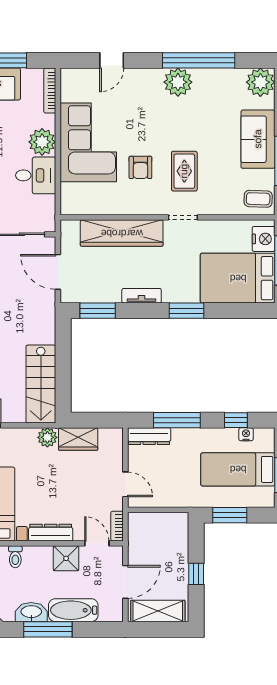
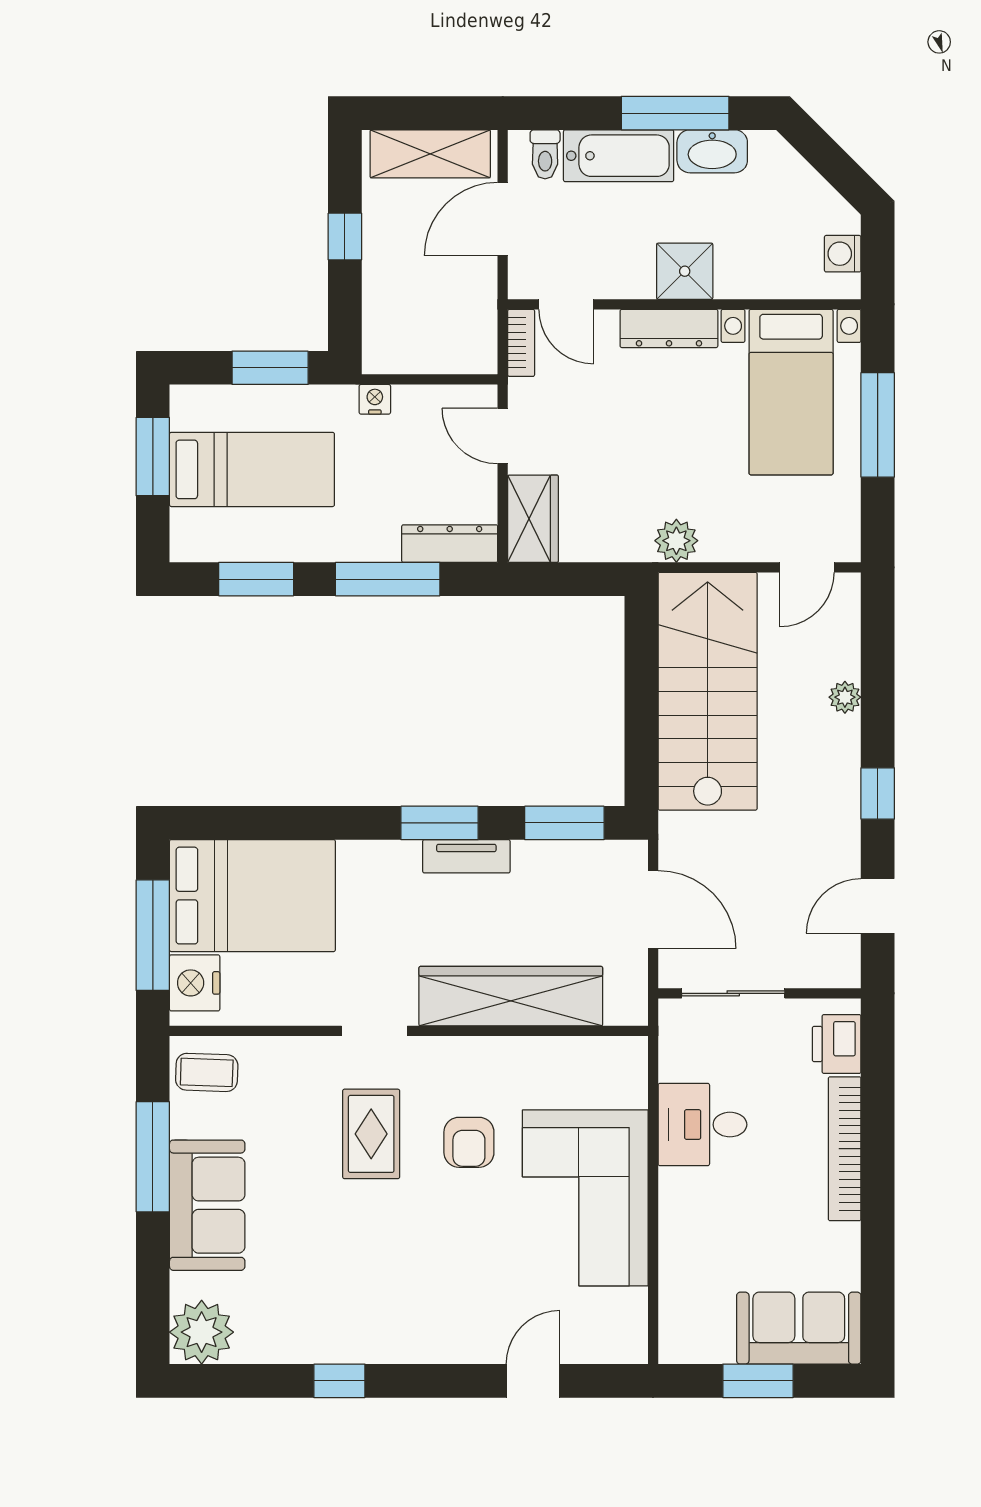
window: (199, 60) -> (339, 1381), width x0.32
plant: (178, 82) -> (385, 1332), removed
bookcase: (50, 91) -> (671, 1314), removed
plant: (42, 142) -> (688, 1199), removed
armchair: (140, 167) -> (469, 1142), turned 180
window: (186, 311) -> (440, 823), moved
stairs: (41, 384) -> (708, 691), width x1.36, depth x1.51
window: (236, 420) -> (256, 579), width x1.50
nightstand: (246, 434) -> (375, 399), moved, turned 180
wardrobe: (78, 439) -> (533, 519), moved, turned 90
toilet: (15, 557) -> (545, 154), moved, turned 180
shower: (66, 558) -> (685, 271), moved

